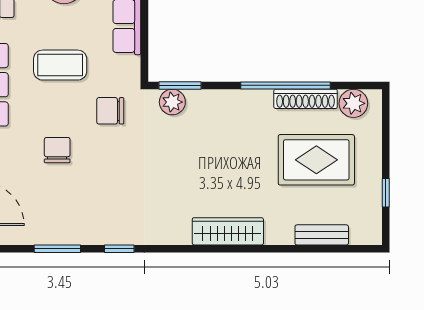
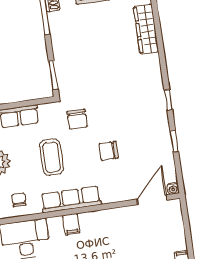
plant: (172, 102) -> (65, 79), removed
window: (57, 249) -> (174, 141), width x0.67

